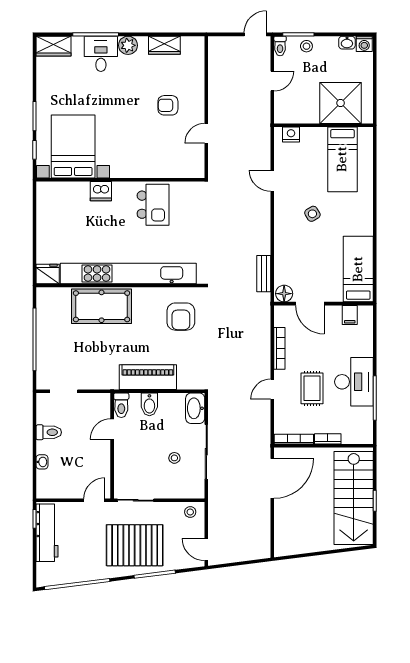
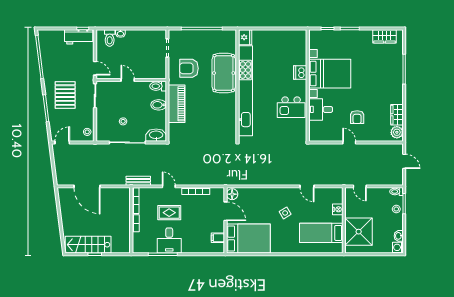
door: (255, 34) -> (404, 161), moved
plant: (128, 45) -> (397, 132), moved
wardrobe: (54, 46) -> (385, 36), moved, turned -90
desk: (101, 54) -> (321, 109), moved, turned 180
door: (272, 81) -> (360, 186), moved
armchair: (168, 105) -> (357, 117), turned 180
door: (206, 133) -> (349, 143), moved
nightstand: (291, 134) -> (338, 209), moved
bed with nightstands: (73, 146) -> (330, 74), moved
door: (272, 181) -> (307, 186), swing flipped
bed: (358, 269) -> (248, 239), width x1.50
bench: (264, 274) -> (138, 181), moved
door: (310, 304) -> (225, 211), swing flipped
armchair: (181, 317) -> (189, 68), moved
desk: (354, 382) -> (169, 241), width x0.73
door: (112, 429) -> (128, 80), moved
toilet: (49, 432) -> (110, 38), moved
door: (272, 478) -> (87, 186), moved
stairs: (354, 498) -> (88, 245), width x0.73, depth x0.66
workbench: (47, 533) -> (79, 37), width x0.73
pallet: (135, 545) -> (65, 95), width x0.73, depth x0.71

